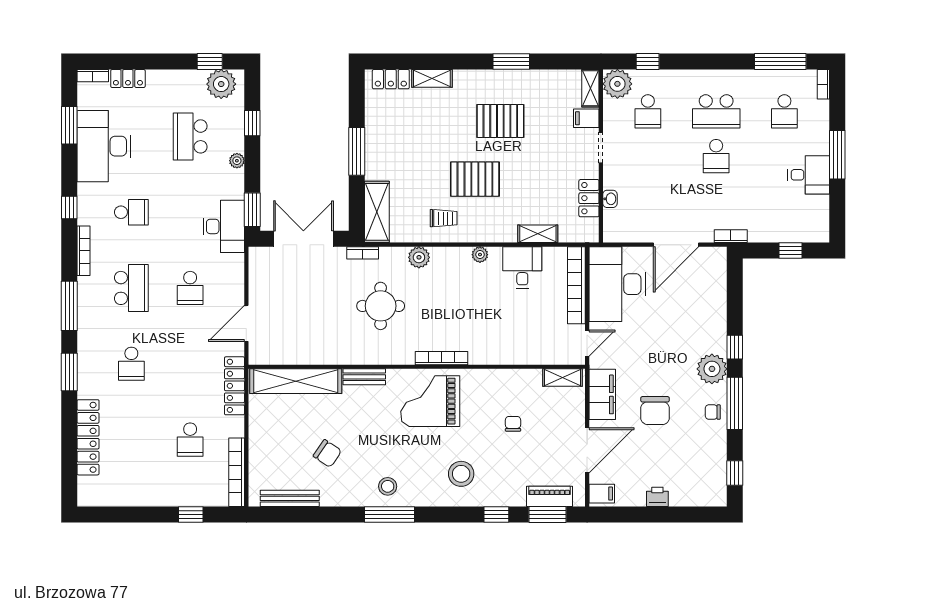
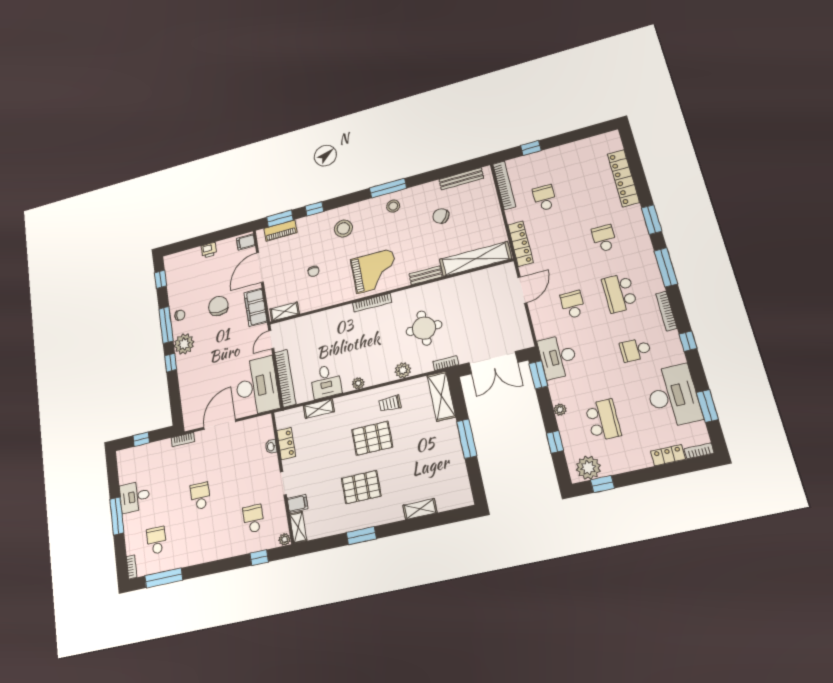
locker: (391, 79) -> (452, 501), removed
plant: (617, 84) -> (285, 539), width x0.53, depth x0.53
school desk: (716, 111) -> (205, 530), removed

